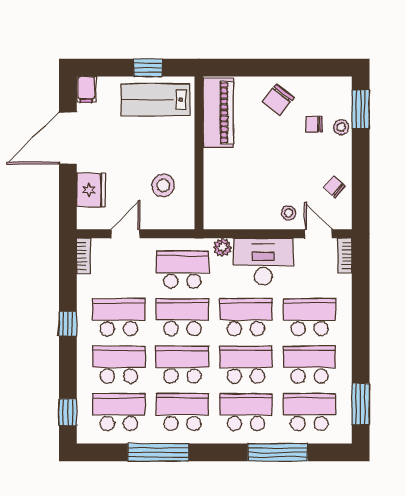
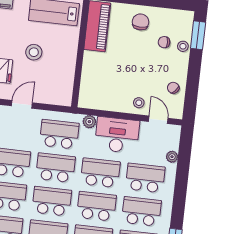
chair: (278, 100) -> (140, 22), turned 143
stool: (163, 185) -> (34, 52), moved
bookcase: (345, 256) -> (175, 137), removed
plant: (344, 283) -> (172, 157), added

